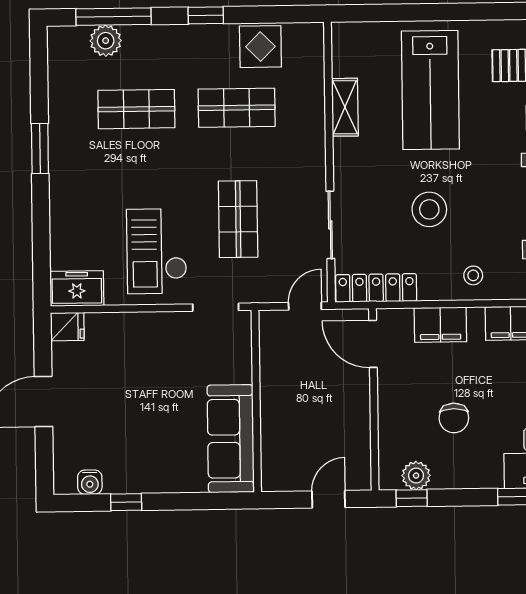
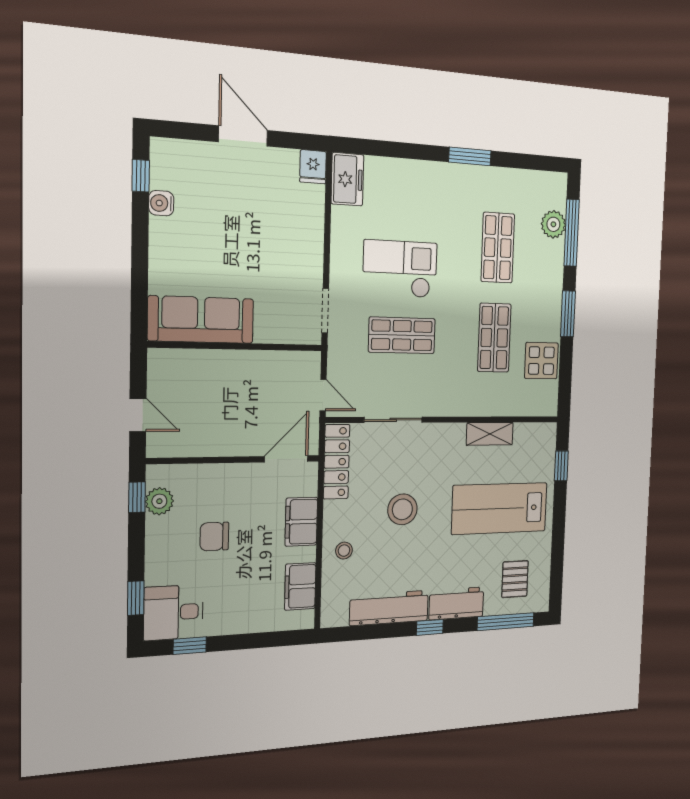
window: (382, 13) -> (561, 466), added
window: (206, 15) -> (568, 314), width x1.50
checkout: (157, 251) -> (400, 269), moved
water cooler: (90, 482) -> (161, 203), moved
window: (126, 502) -> (141, 176), moved

